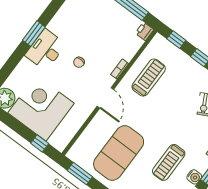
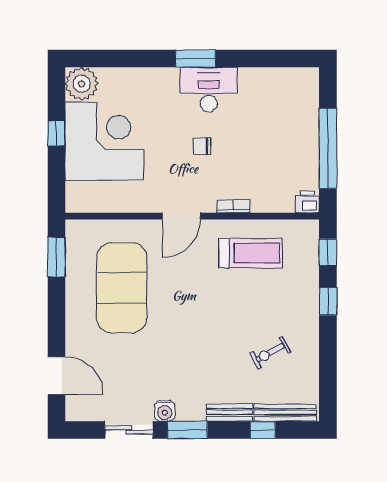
desk: (45, 50) -> (209, 90), moved
window: (40, 143) -> (56, 133), moved
exercise mat: (119, 153) -> (122, 288), turned 90
treadmill: (169, 162) -> (159, 363), removed

